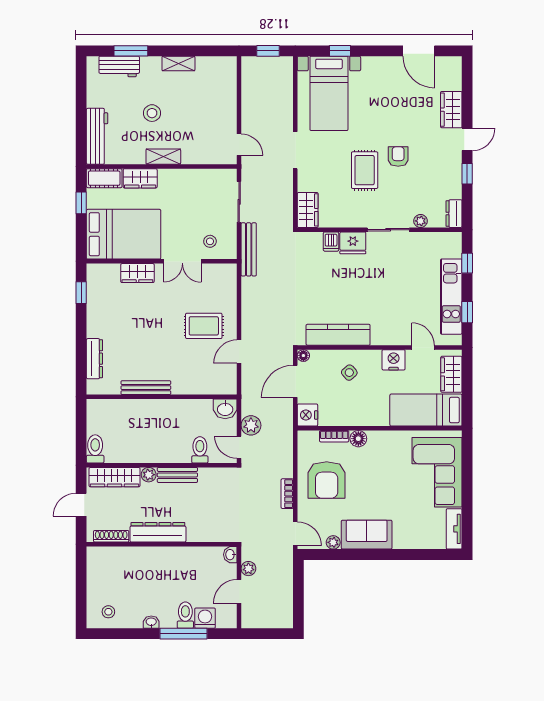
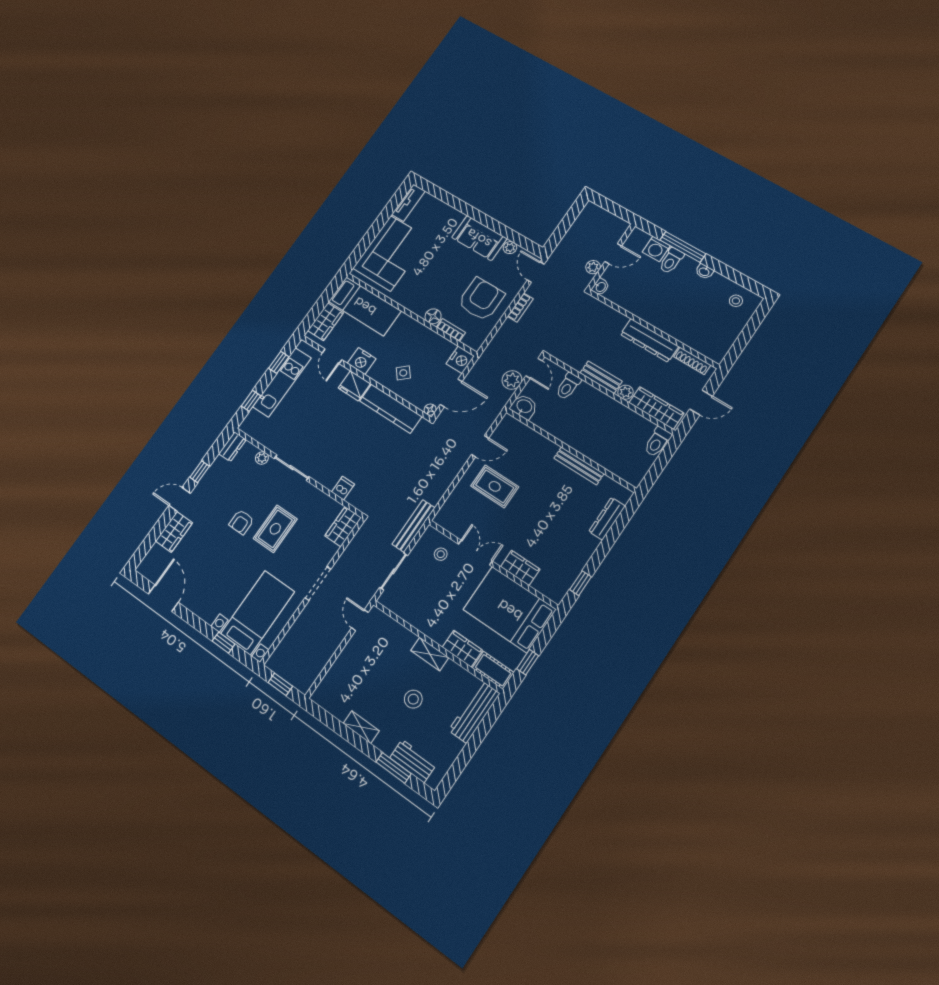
fridge: (353, 243) -> (354, 386), moved, turned 180

